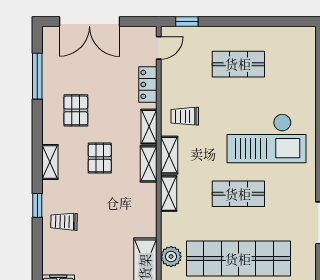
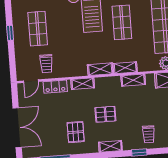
window: (187, 21) -> (10, 33), moved
door: (159, 48) -> (31, 81), swing flipped
pallet: (76, 110) -> (76, 132), turned 90
trolley: (185, 116) -> (46, 64), moved
shelving: (149, 164) -> (133, 80), moved

